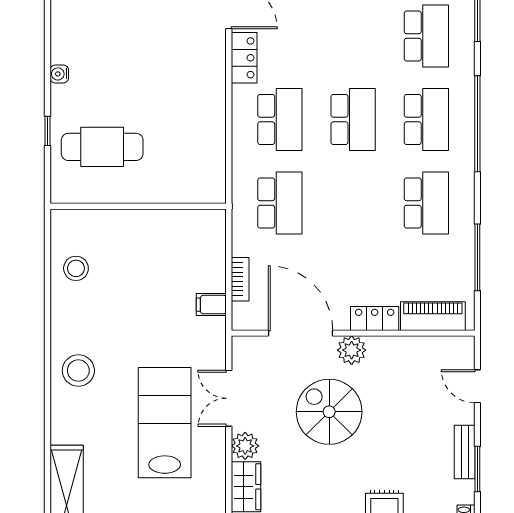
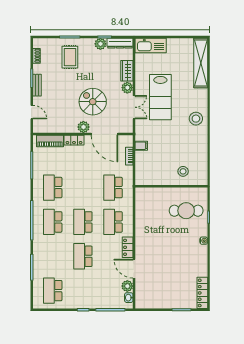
school desk: (426, 36) -> (83, 256), moved
stool: (76, 268) -> (183, 171), moved
spiral stairs: (329, 412) -> (93, 102), turned 180

